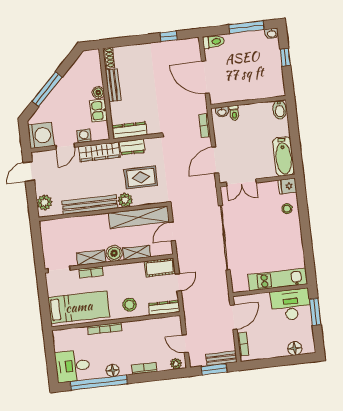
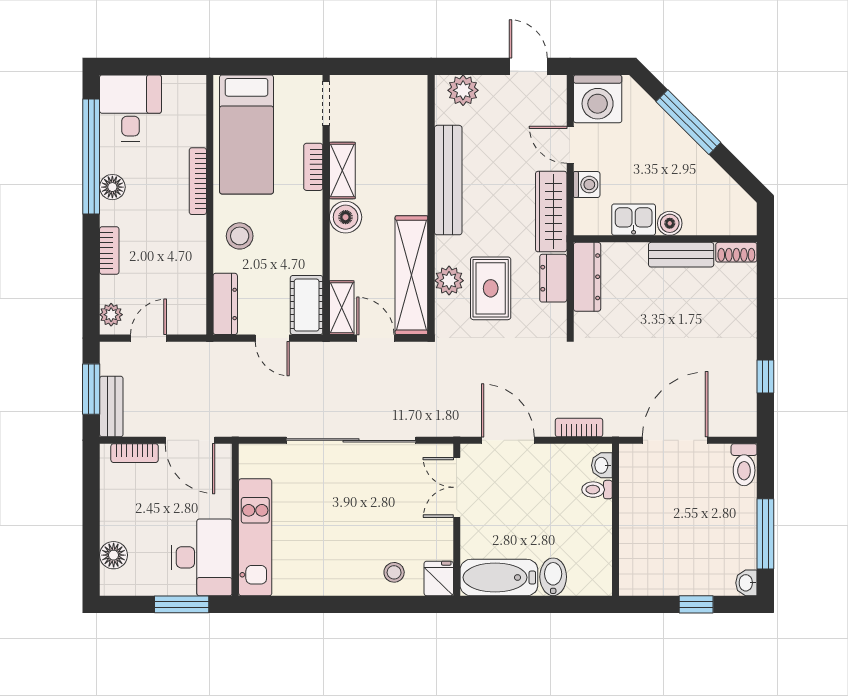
bidet: (280, 110) -> (553, 577), moved, turned 90
plant: (125, 200) -> (449, 281), moved
shelving: (137, 253) -> (342, 308), moved

